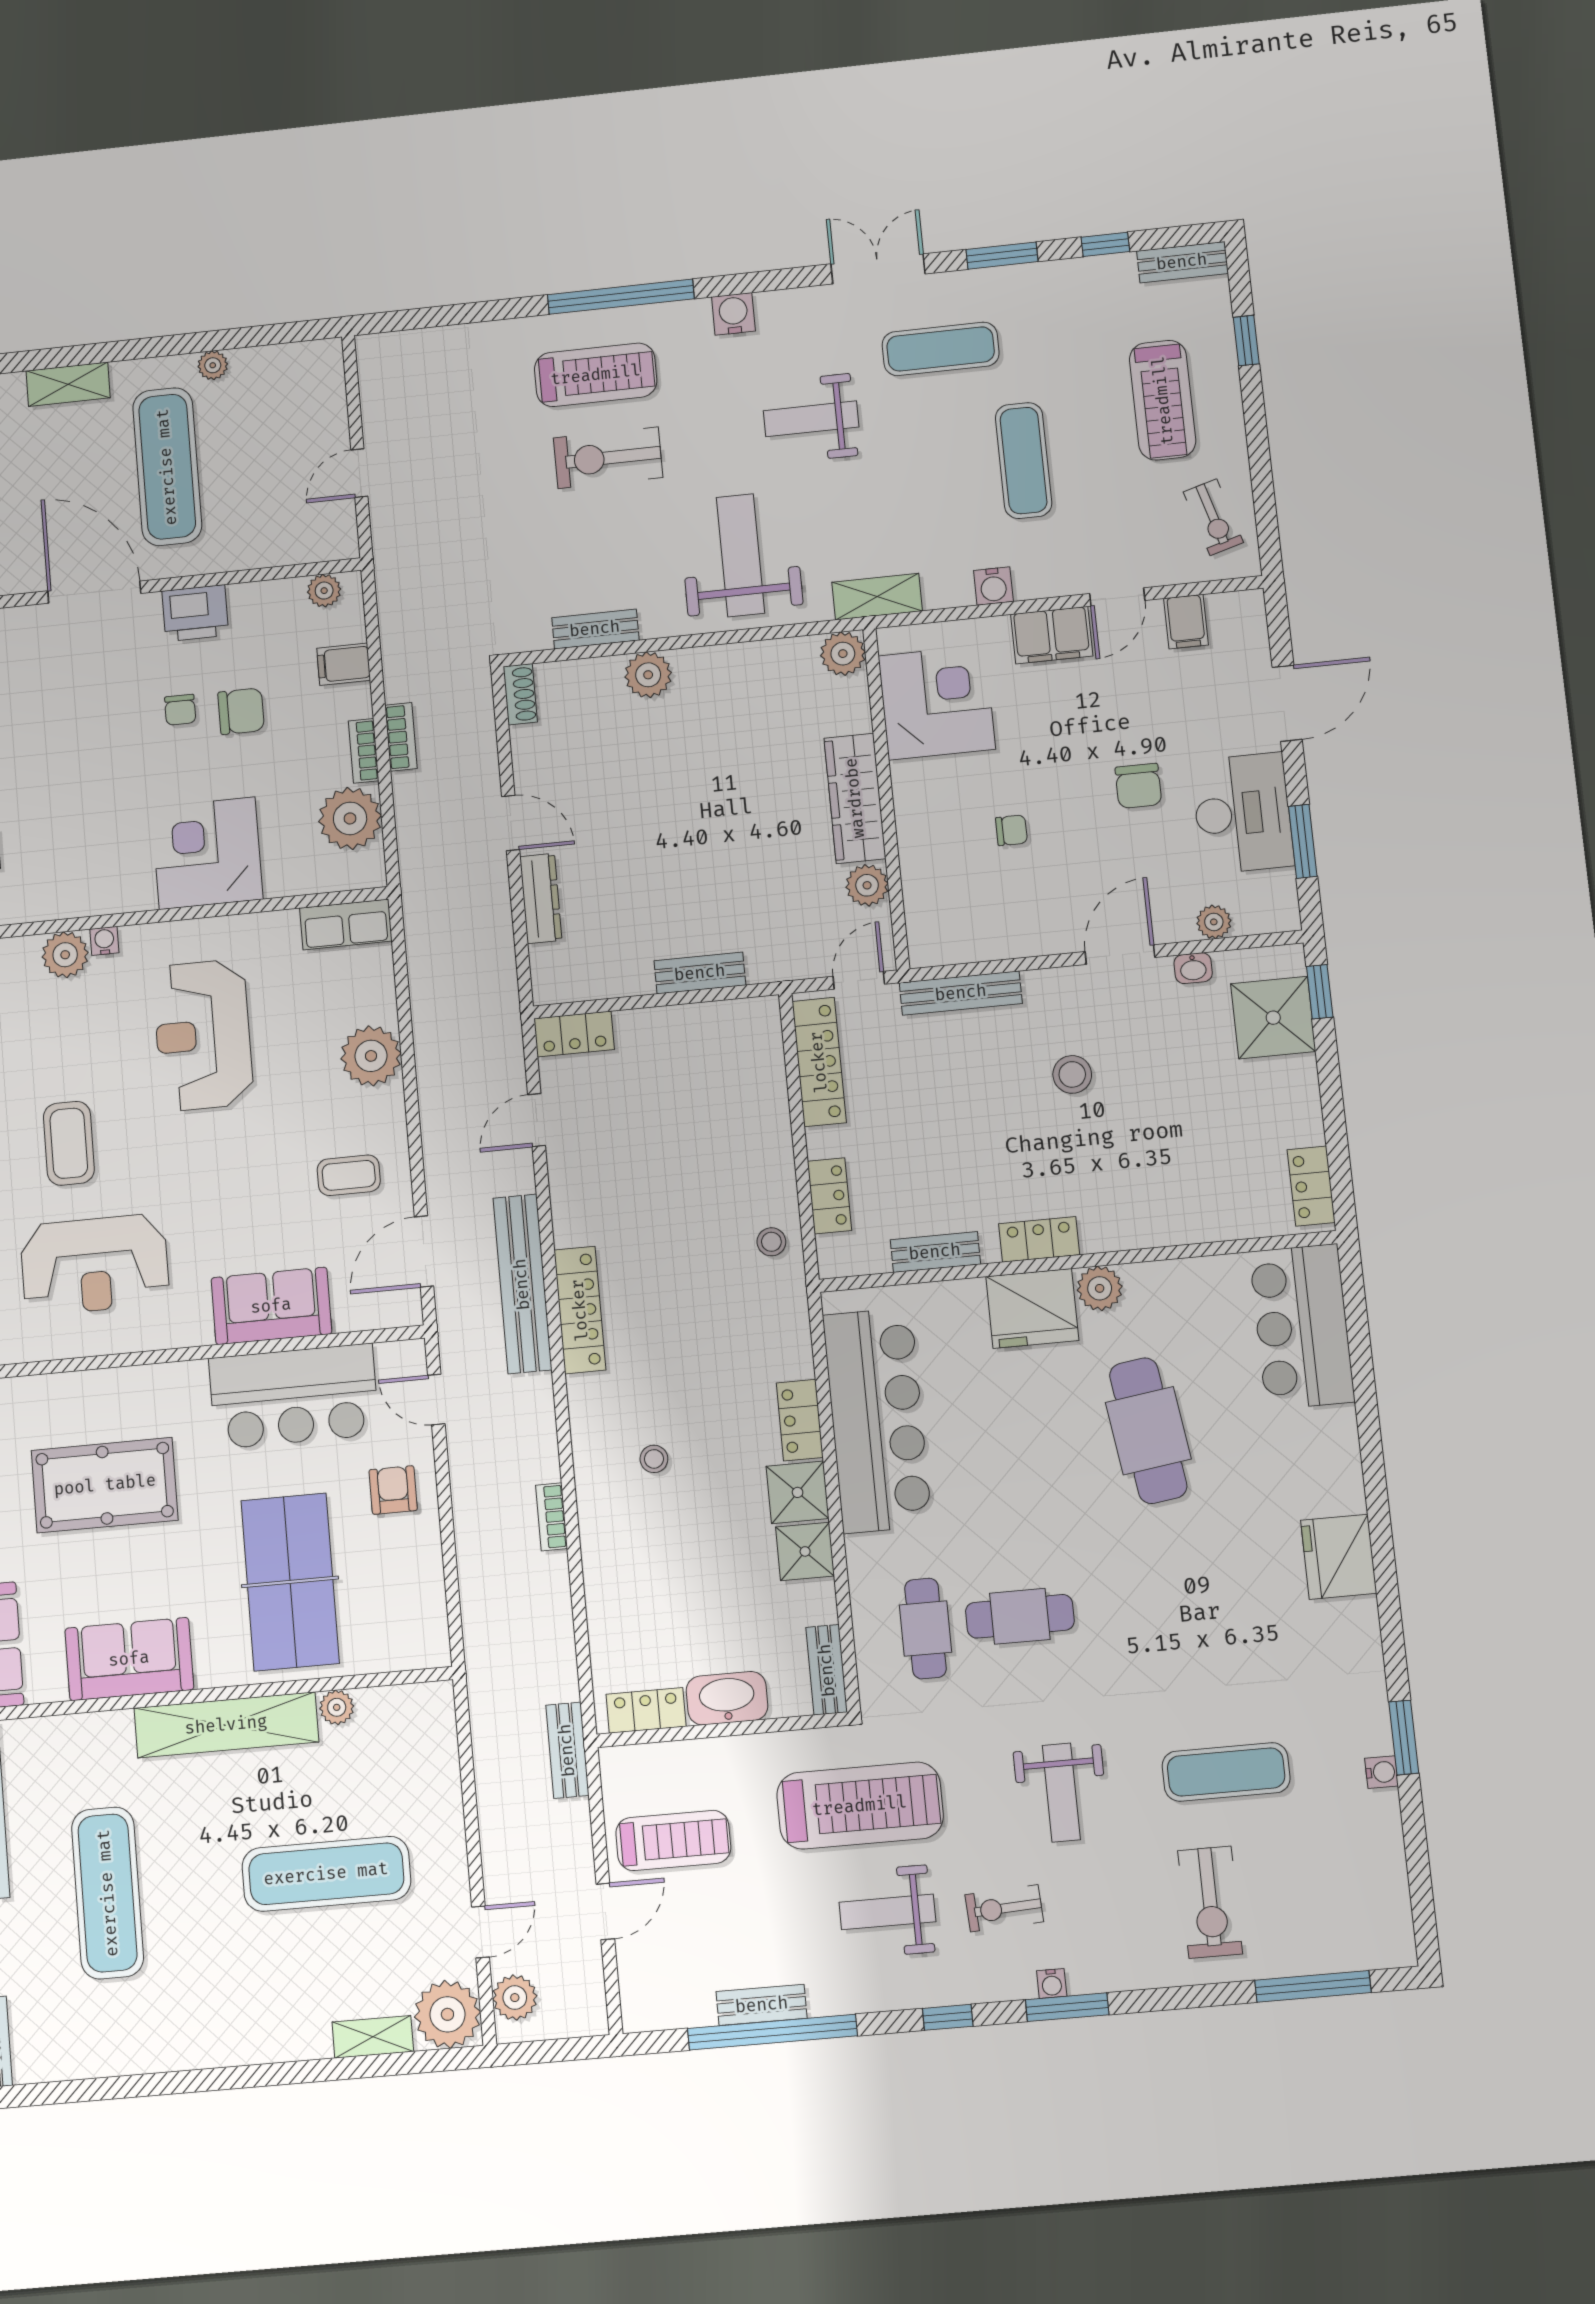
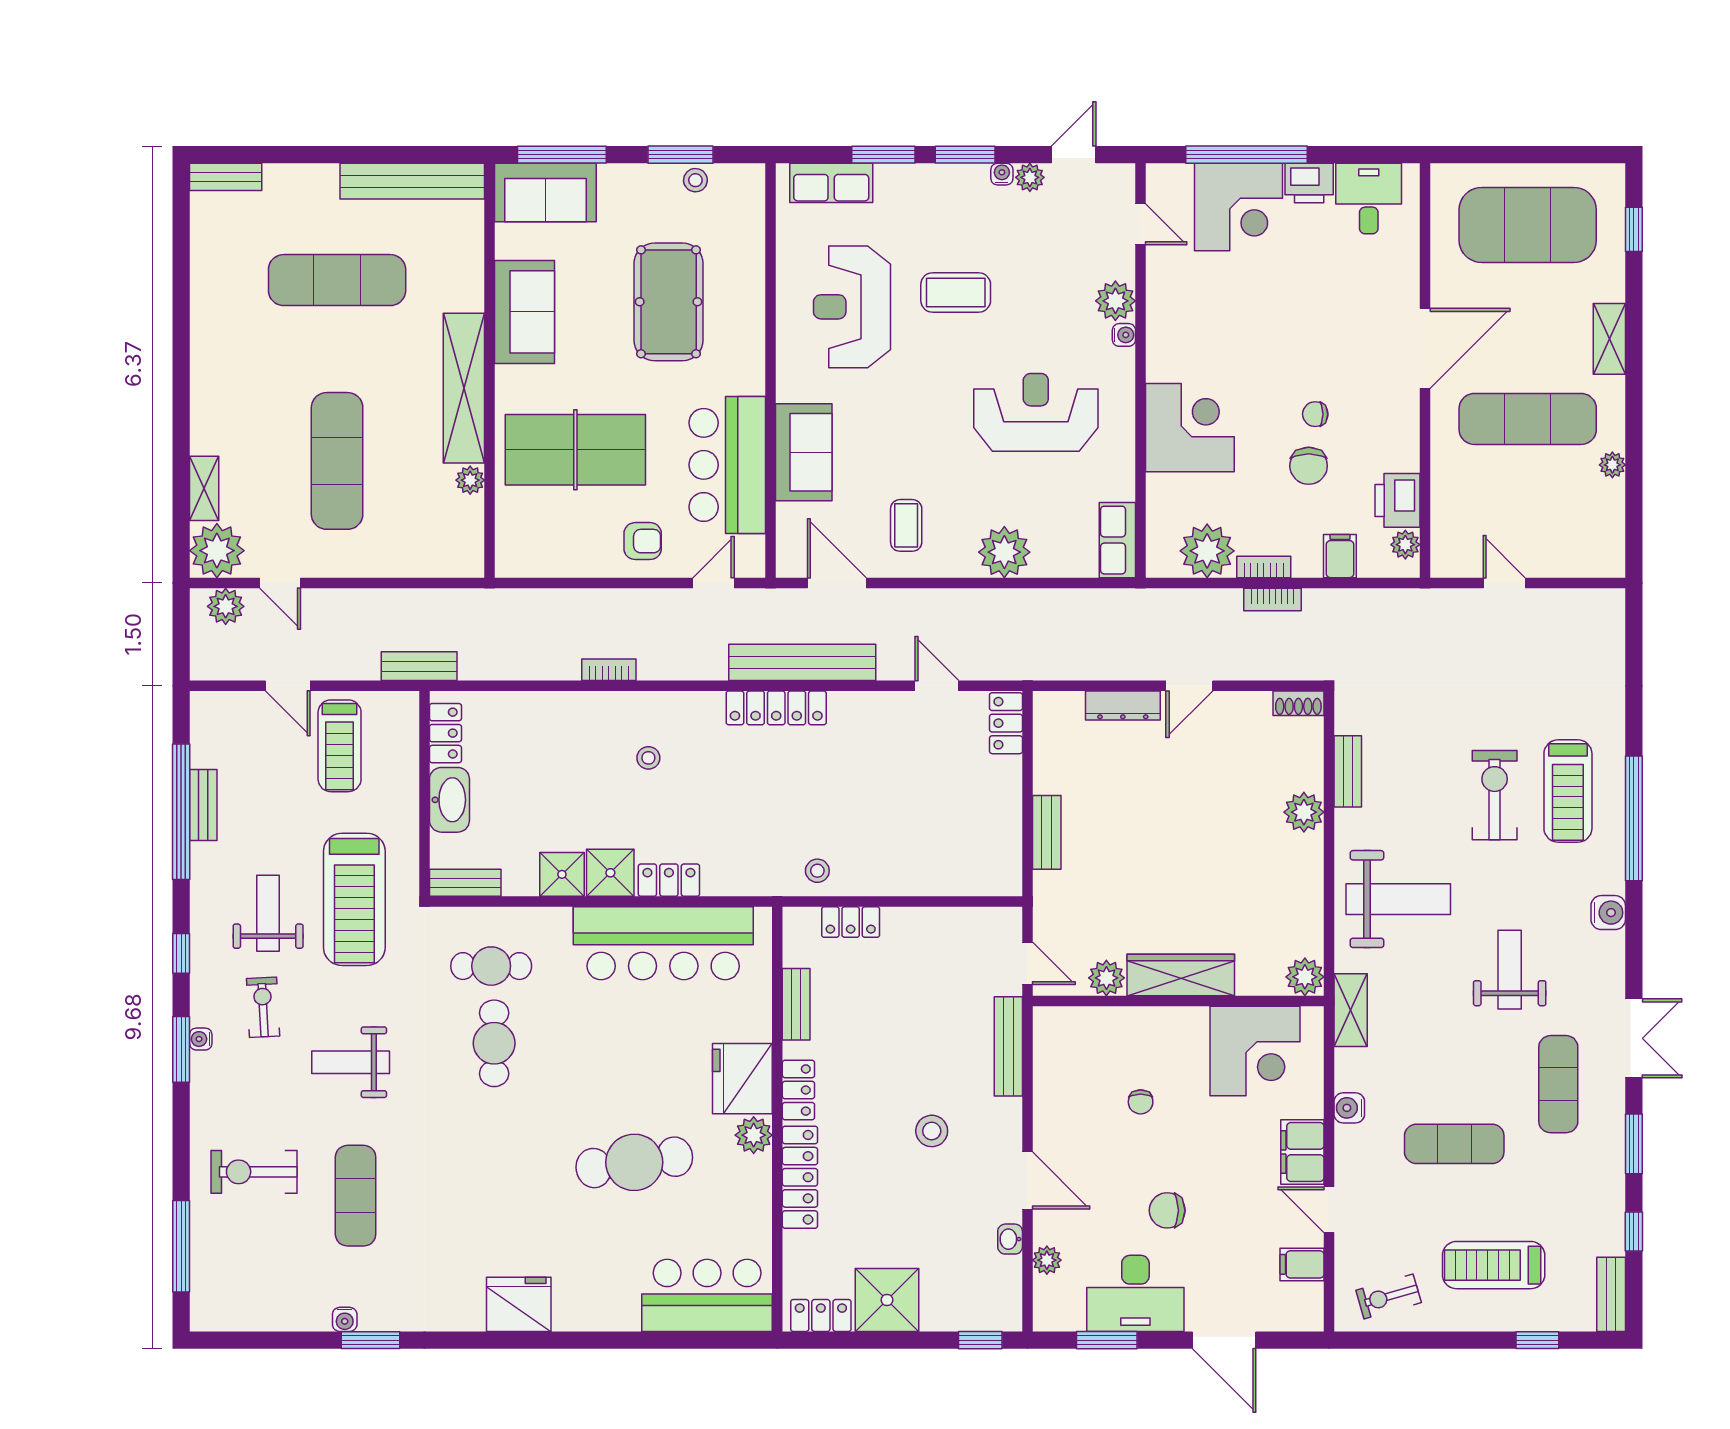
printer: (195, 613) -> (1397, 500), moved
shower: (1273, 1018) -> (887, 1300), moved
locker: (819, 1062) -> (800, 1177), moved, turned -90

